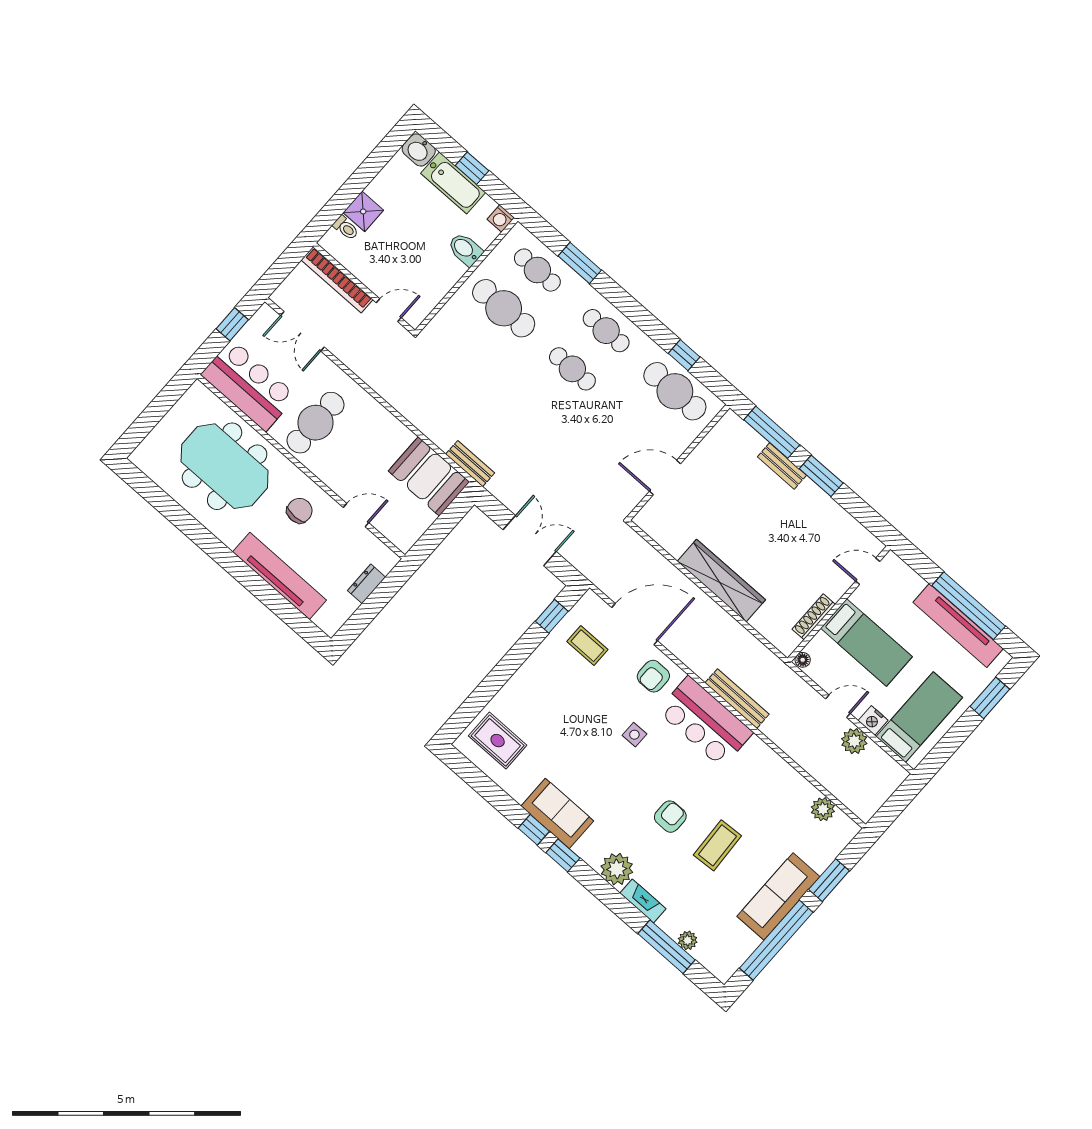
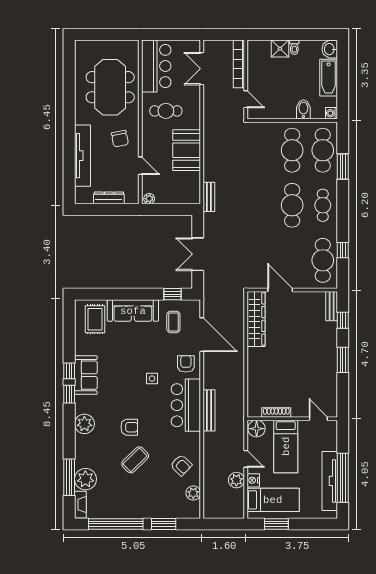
window: (472, 168) -> (343, 80), removed
toilet: (346, 228) -> (294, 47), moved
cafe table: (537, 270) -> (323, 150), width x1.37, depth x1.35
window: (232, 324) -> (177, 34), removed
cafe table: (572, 369) -> (292, 205), width x1.37, depth x1.35
cafe table: (315, 423) -> (166, 111), width x0.73, depth x0.74
window: (772, 432) -> (343, 320), width x0.46
bench: (782, 466) -> (332, 306), moved
booth: (429, 476) -> (187, 150), moved
chair: (299, 511) -> (120, 139), turned 79
plant: (407, 540) -> (149, 199), added
double door: (530, 541) -> (198, 254), swing flipped
wardrobe: (721, 581) -> (256, 319), moved
dresser: (367, 584) -> (109, 198), width x1.44
floor lamp: (803, 660) -> (257, 429), width x1.89, depth x1.89
armchair: (653, 676) -> (186, 364), turned 90
window: (990, 698) -> (276, 524), moved
armchair: (775, 794) -> (181, 465), added
coffee table: (717, 845) -> (135, 460), turned -41
sofa: (778, 896) -> (133, 311), moved, turned 180
fireplace: (643, 901) -> (80, 505), moved
plant: (688, 940) -> (85, 479), width x1.87, depth x1.87

